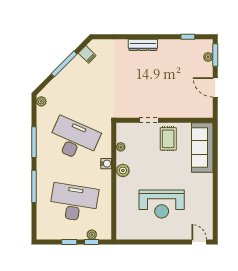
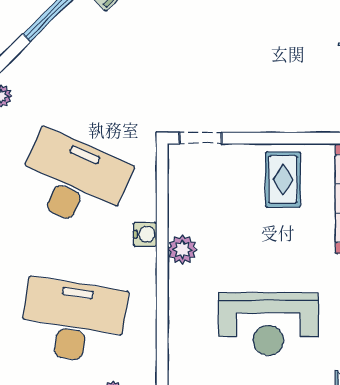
doorway: (149, 120) -> (200, 138), moved
plant: (121, 147) -> (178, 197), removed

